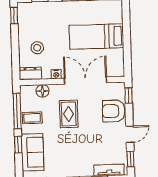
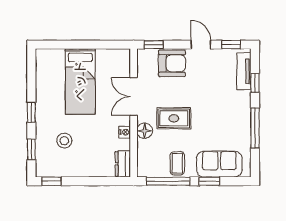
stool: (37, 48) -> (64, 141), moved
double door: (85, 80) -> (134, 97), width x0.73
floor lamp: (43, 91) -> (145, 131), moved
armchair: (114, 111) -> (172, 63), turned -90

